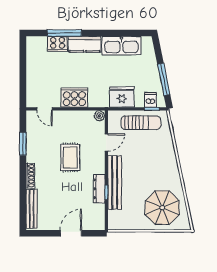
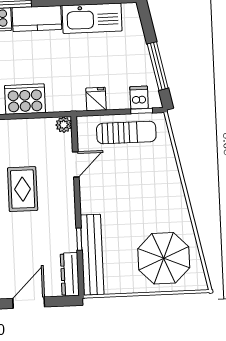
fridge: (122, 97) -> (96, 99), width x0.53, depth x0.75
bench: (115, 182) -> (92, 255), moved
dresser: (99, 189) -> (70, 274), moved

